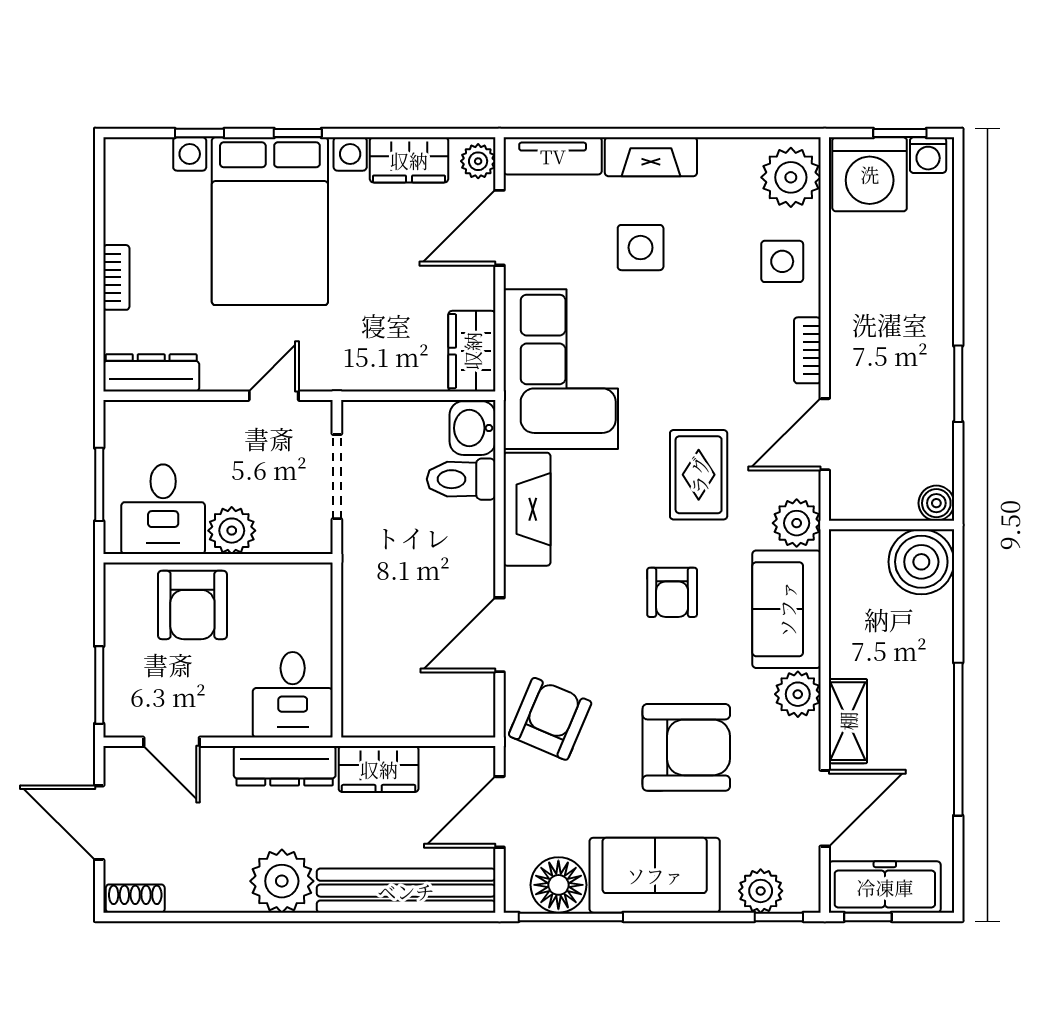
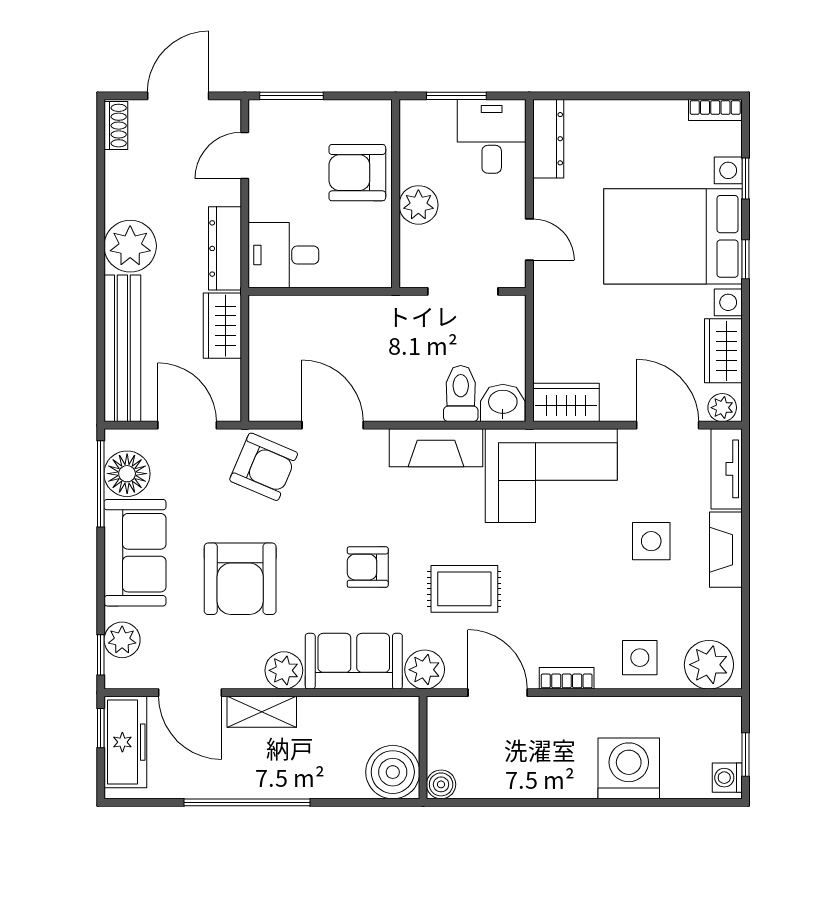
washing machine: (870, 174) -> (629, 768), moved, turned 90
bookcase: (116, 277) -> (715, 110), moved
window: (958, 384) -> (539, 802), removed
desk: (163, 509) -> (492, 136), moved, turned 90

